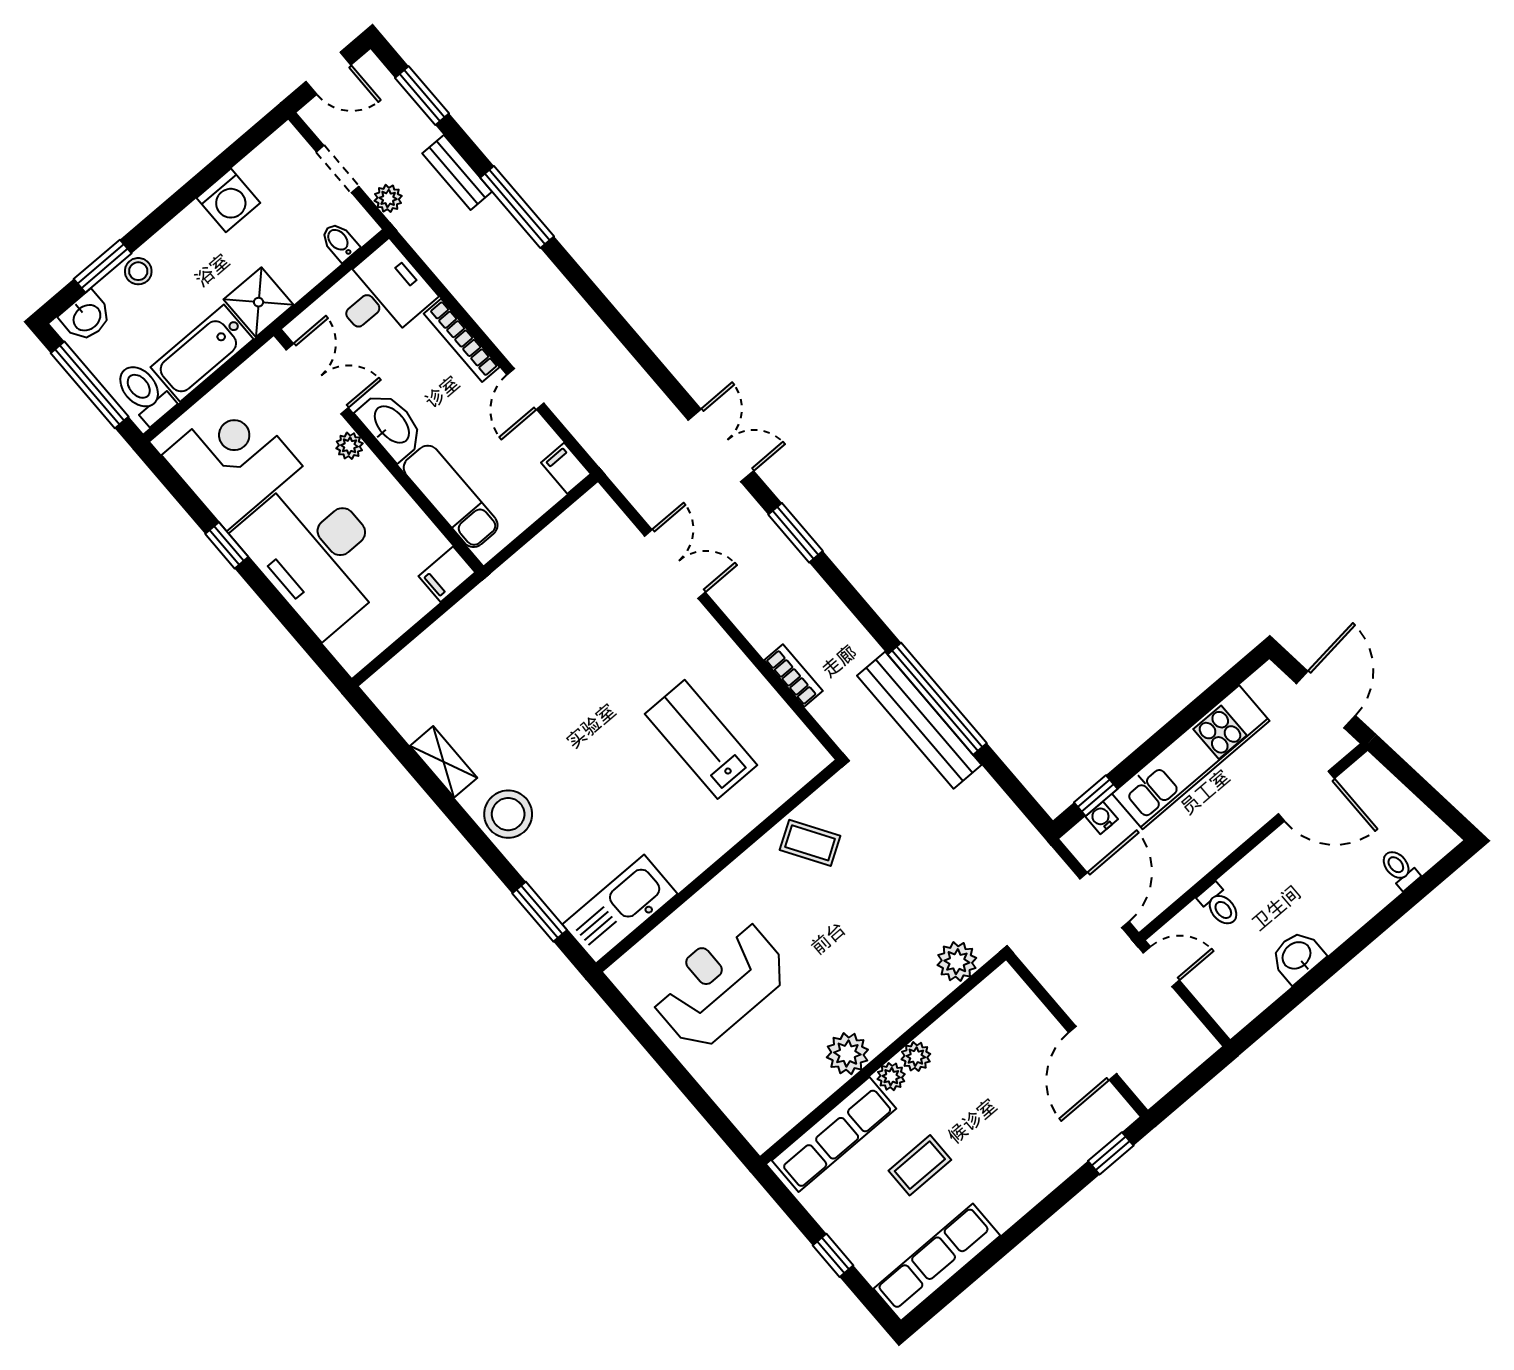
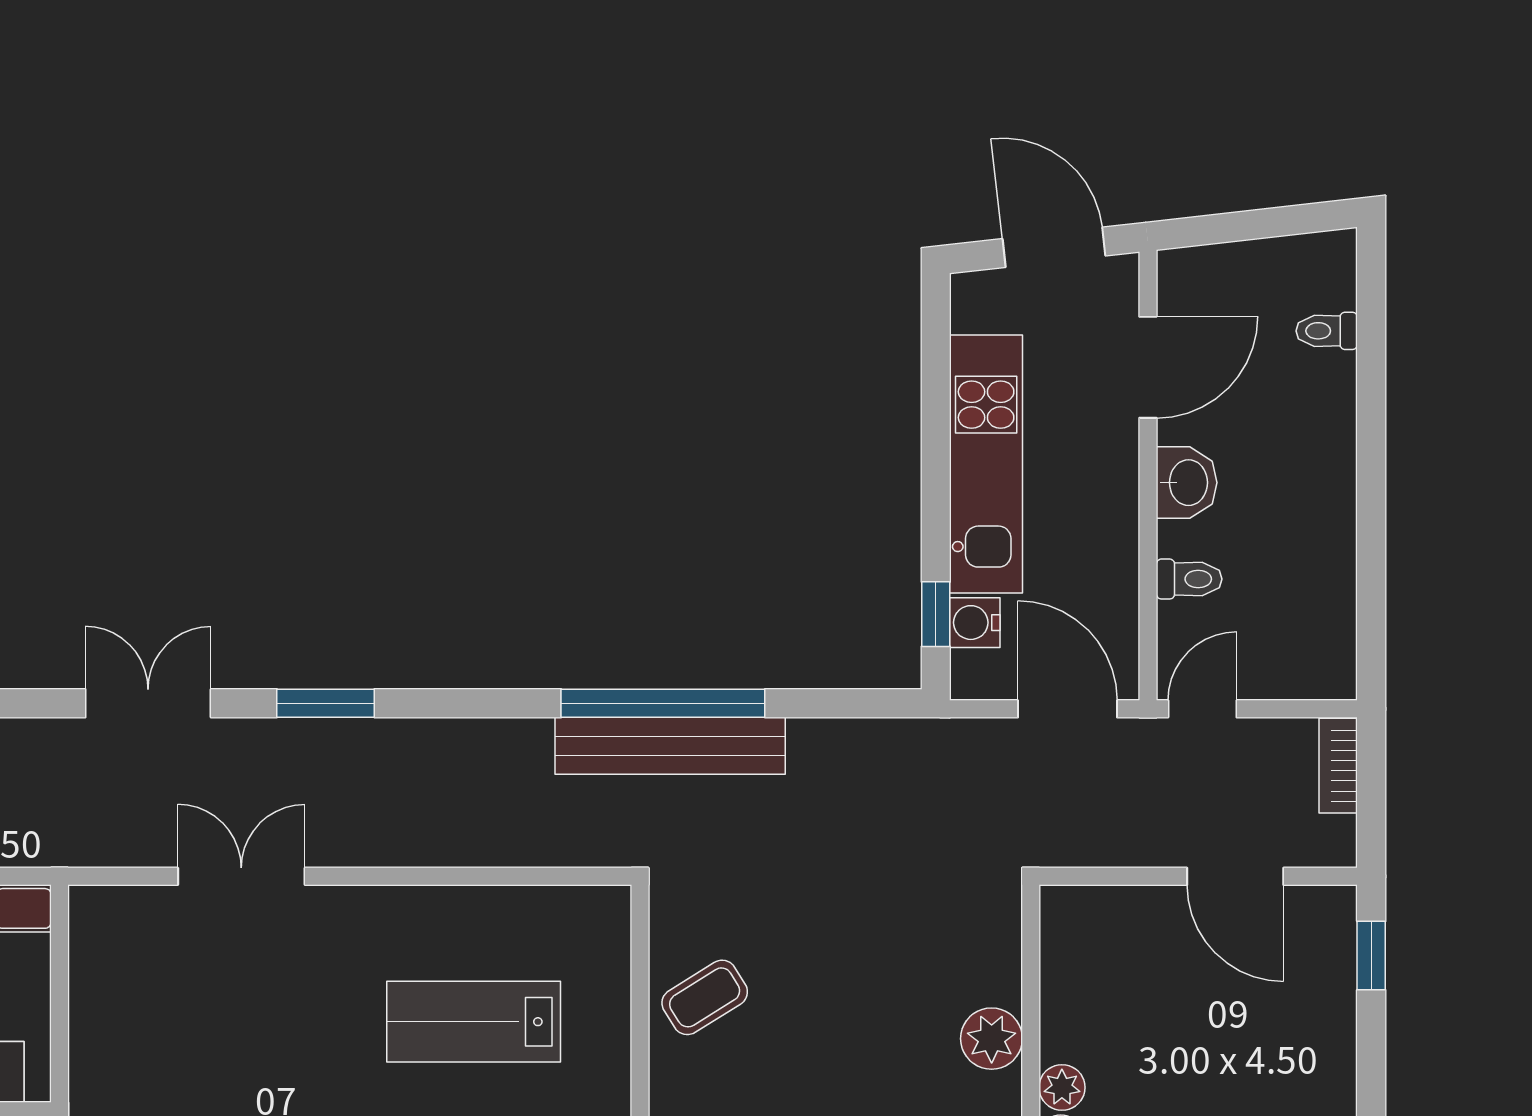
bookcase: (793, 676) -> (1338, 766), moved, turned -90
water cooler: (1102, 818) -> (975, 623), width x1.38, depth x1.38
washbasin: (1297, 956) -> (1187, 483), moved, turned 180
plant: (957, 962) -> (992, 1039), moved

